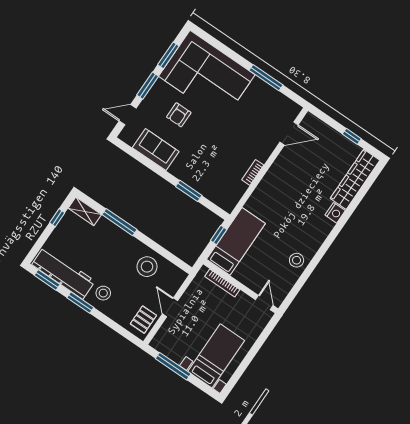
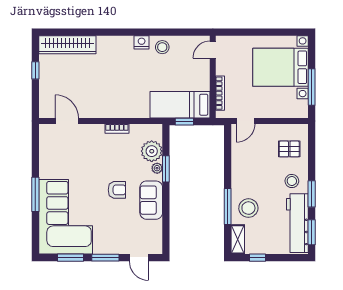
window: (266, 78) -> (35, 194), moved
armchair: (179, 115) -> (117, 190), moved
sofa: (156, 150) -> (151, 200), moved
plant: (195, 184) -> (157, 168), added
plant: (212, 189) -> (152, 151), added
nightstand: (335, 213) -> (142, 42), moved
stool: (147, 267) -> (248, 208), moved
door: (170, 307) -> (246, 121), moved
pallet: (143, 320) -> (289, 149), moved
bed with nightstands: (216, 356) -> (281, 67), width x1.36

